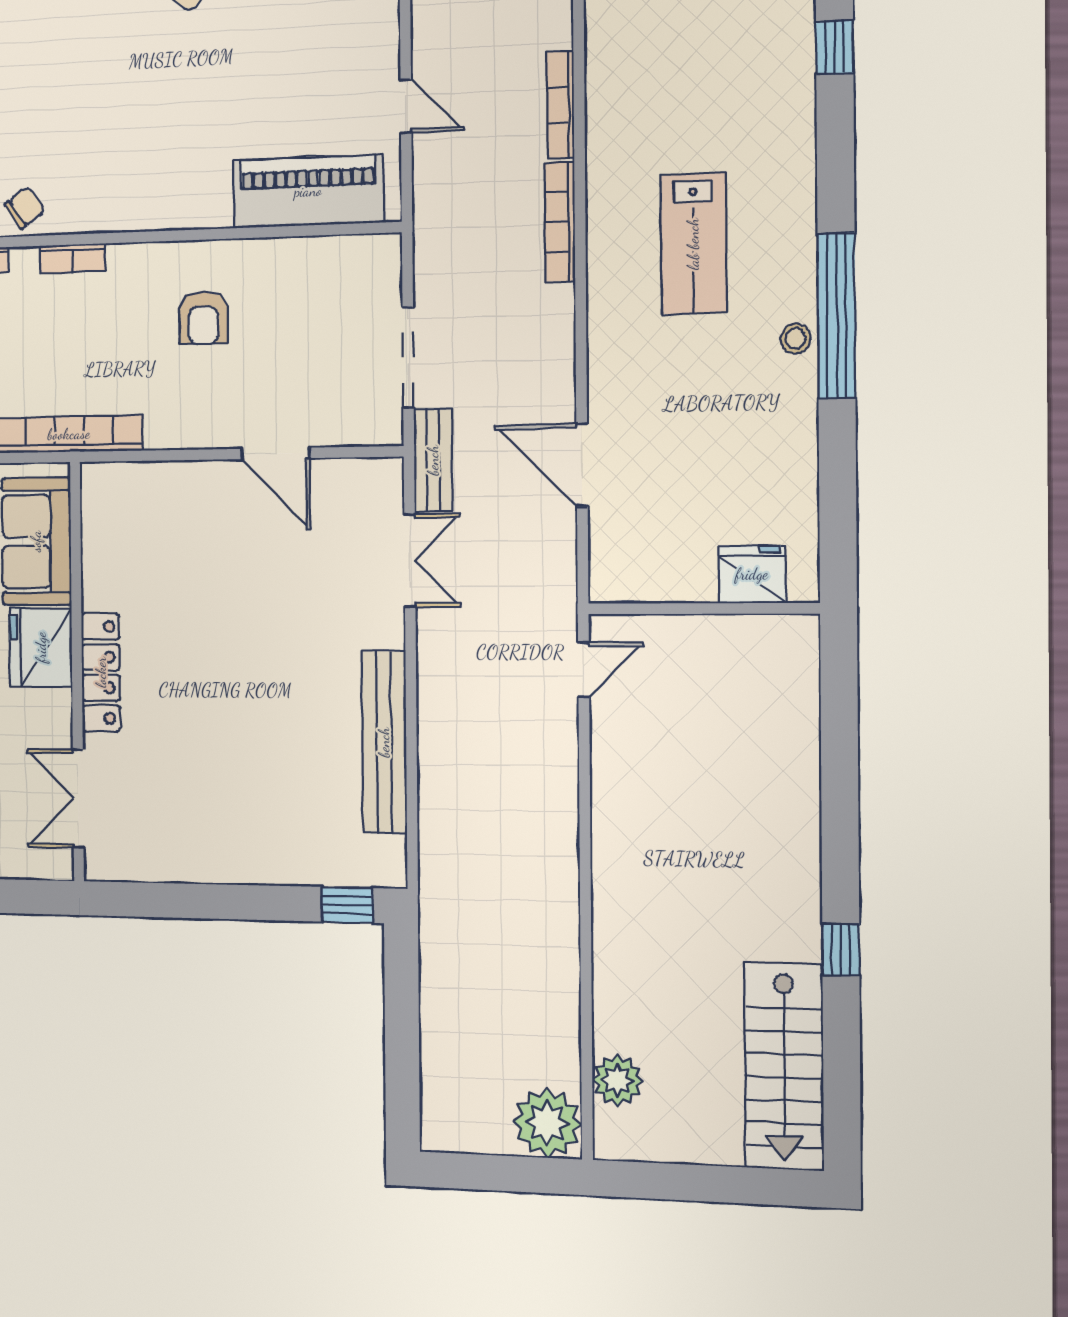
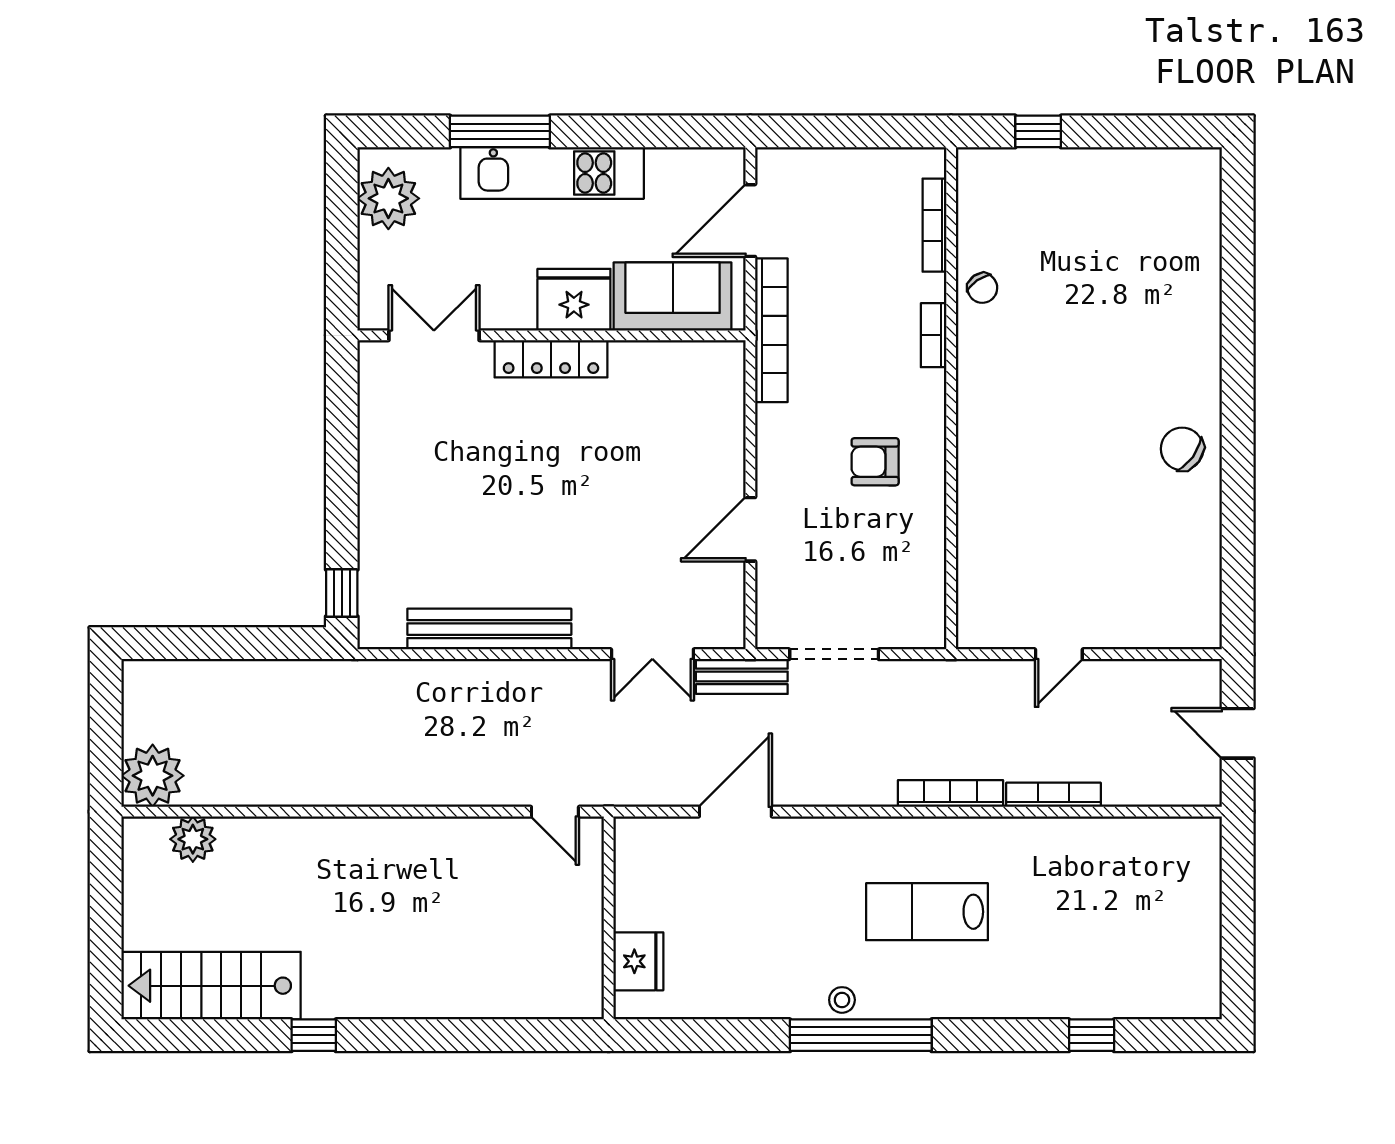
piano: (308, 191) -> (986, 562), removed

